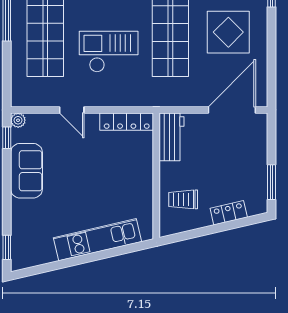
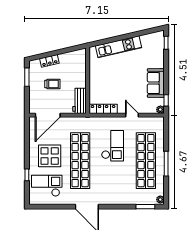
checkout: (109, 52) -> (113, 146), turned -90
trolley: (183, 199) -> (52, 84), moved

